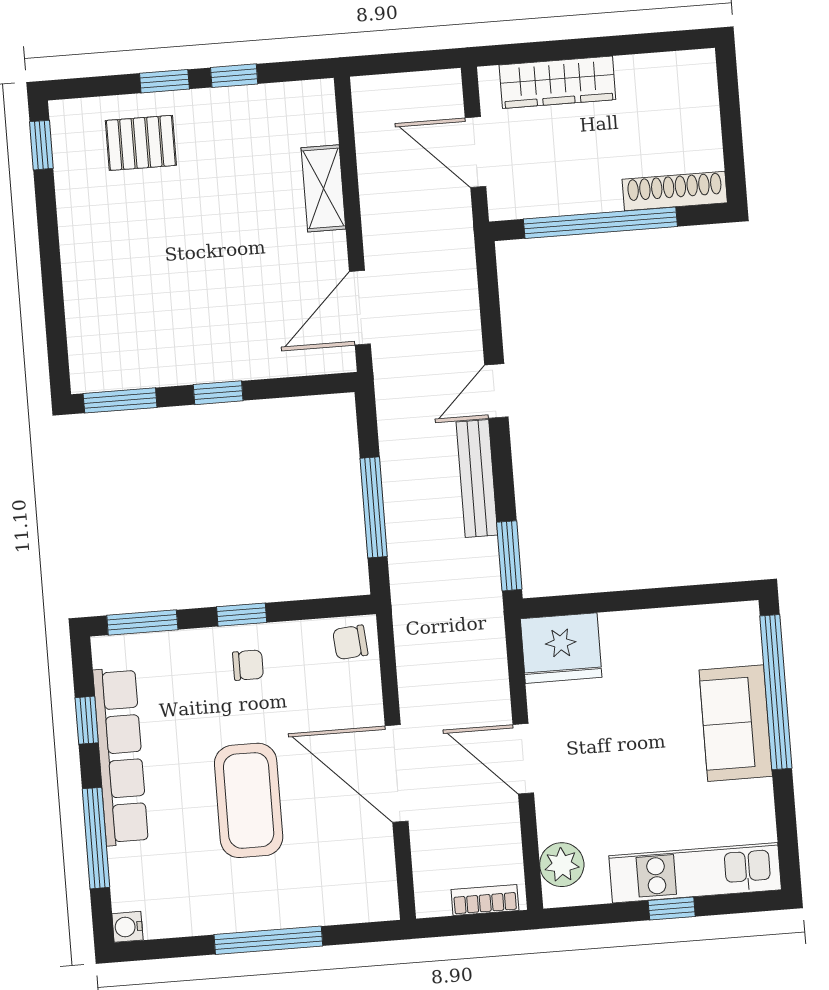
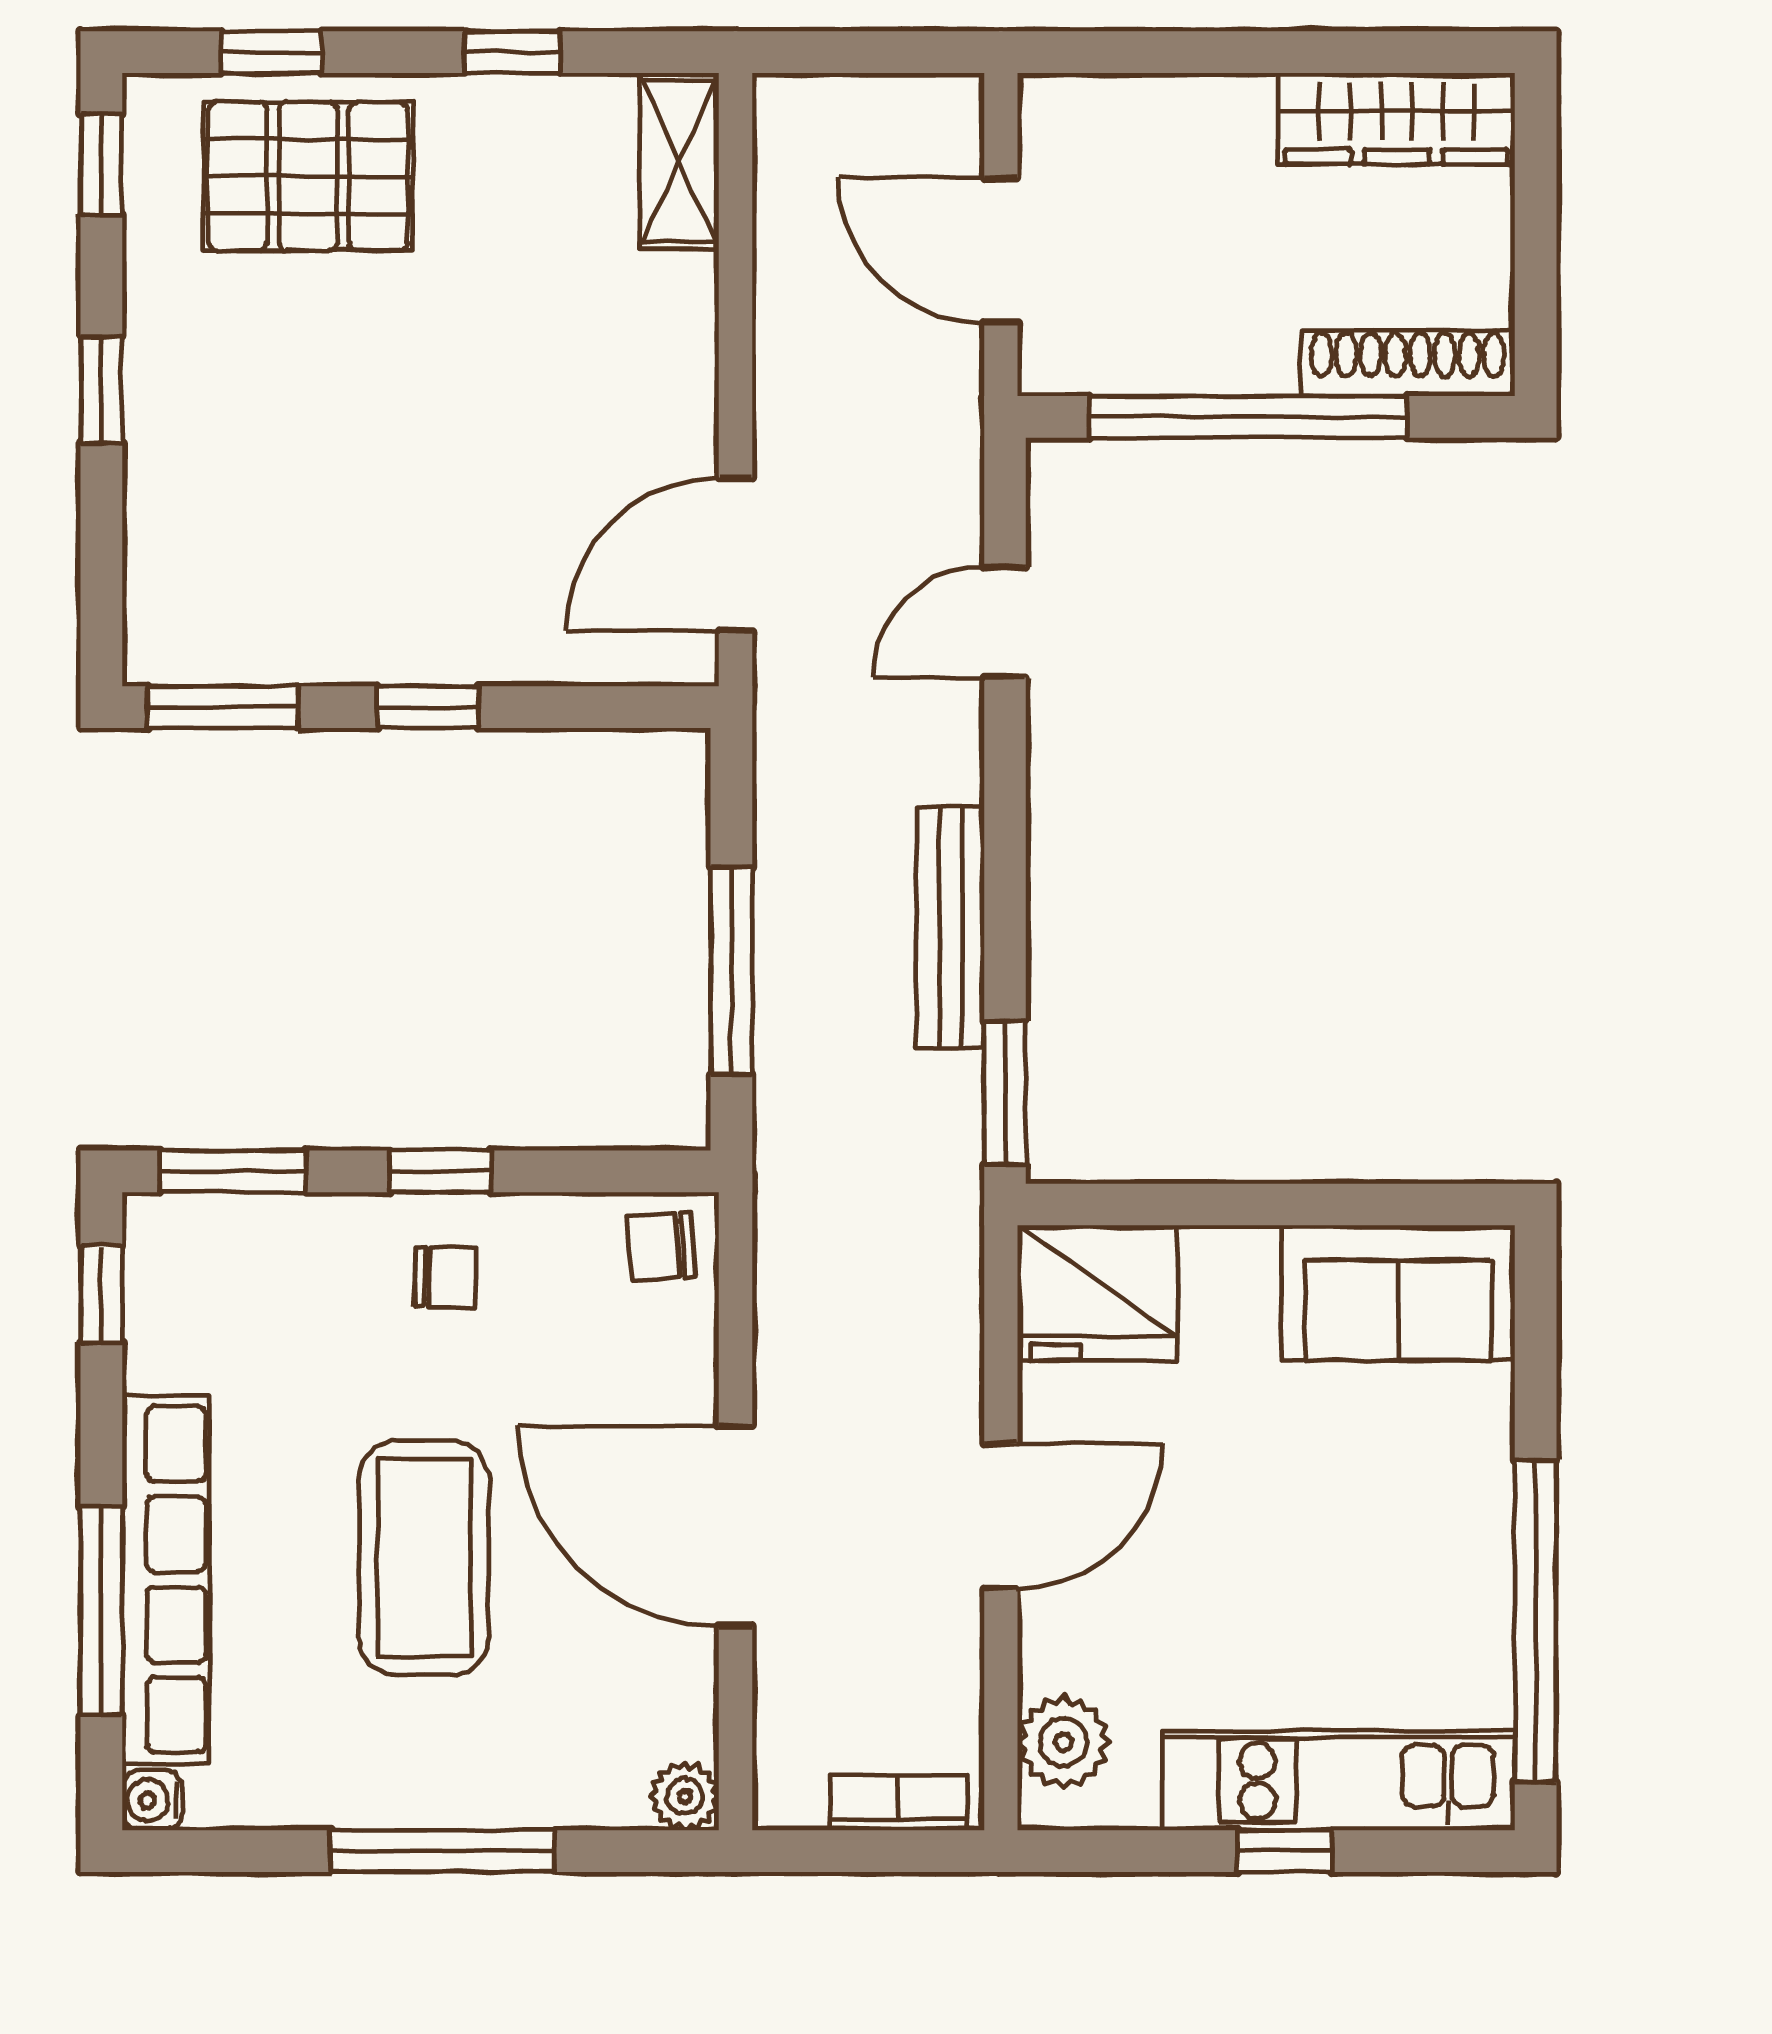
window: (164, 81) -> (271, 52), moved
wardrobe: (557, 82) -> (1397, 119), moved
pallet: (141, 143) -> (308, 176), width x1.50, depth x1.42
shelving: (323, 188) -> (679, 161), moved
window: (50, 253) -> (101, 390), added
door: (496, 391) -> (1005, 622), moved
window: (776, 692) -> (1536, 1621), moved
window: (87, 720) -> (101, 1294), moved
sofa: (736, 723) -> (1398, 1293), moved, turned -90
row of seats: (121, 757) -> (166, 1579), moved
door: (523, 759) -> (1001, 1516), swing flipped
plant: (382, 905) -> (685, 1796), added

